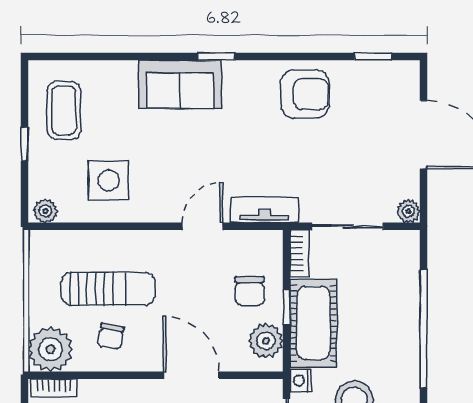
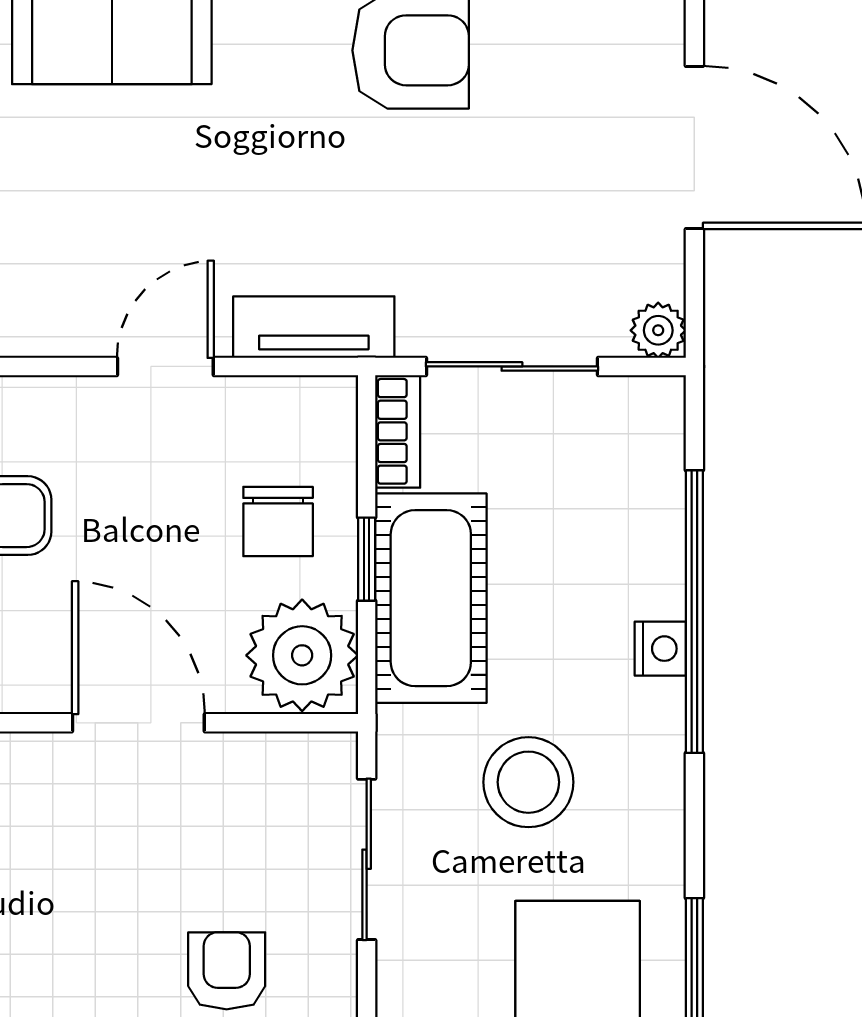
plant: (266, 341) -> (302, 655), width x1.36, depth x1.36
nightstand: (301, 381) -> (660, 649), moved, turned 180

